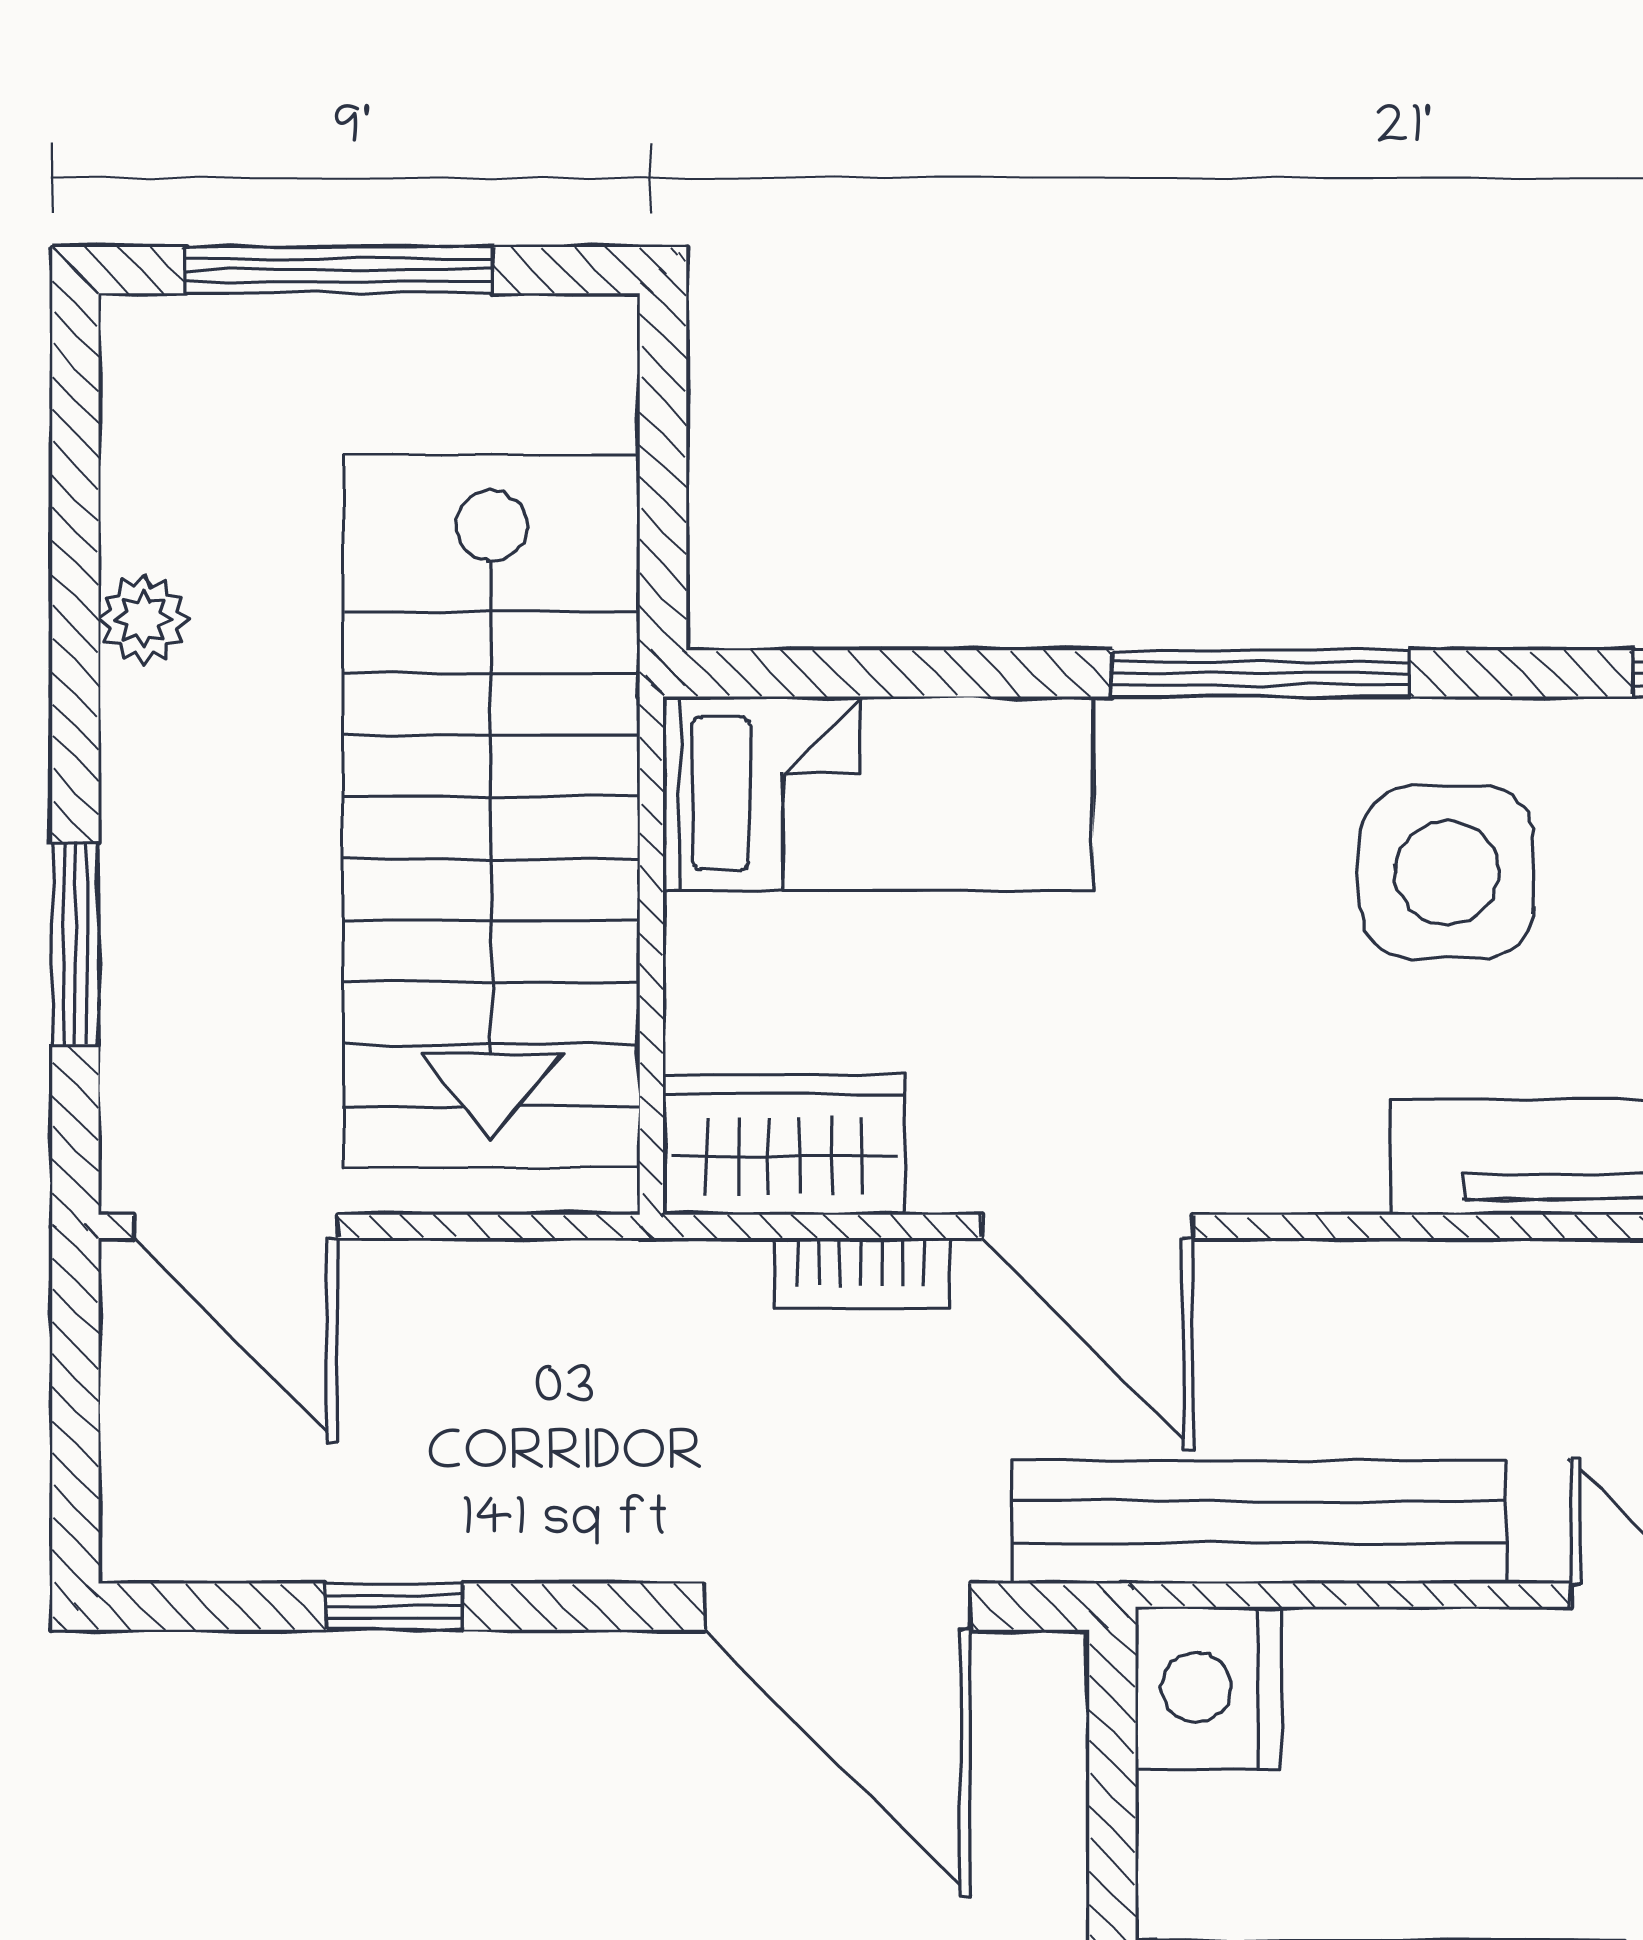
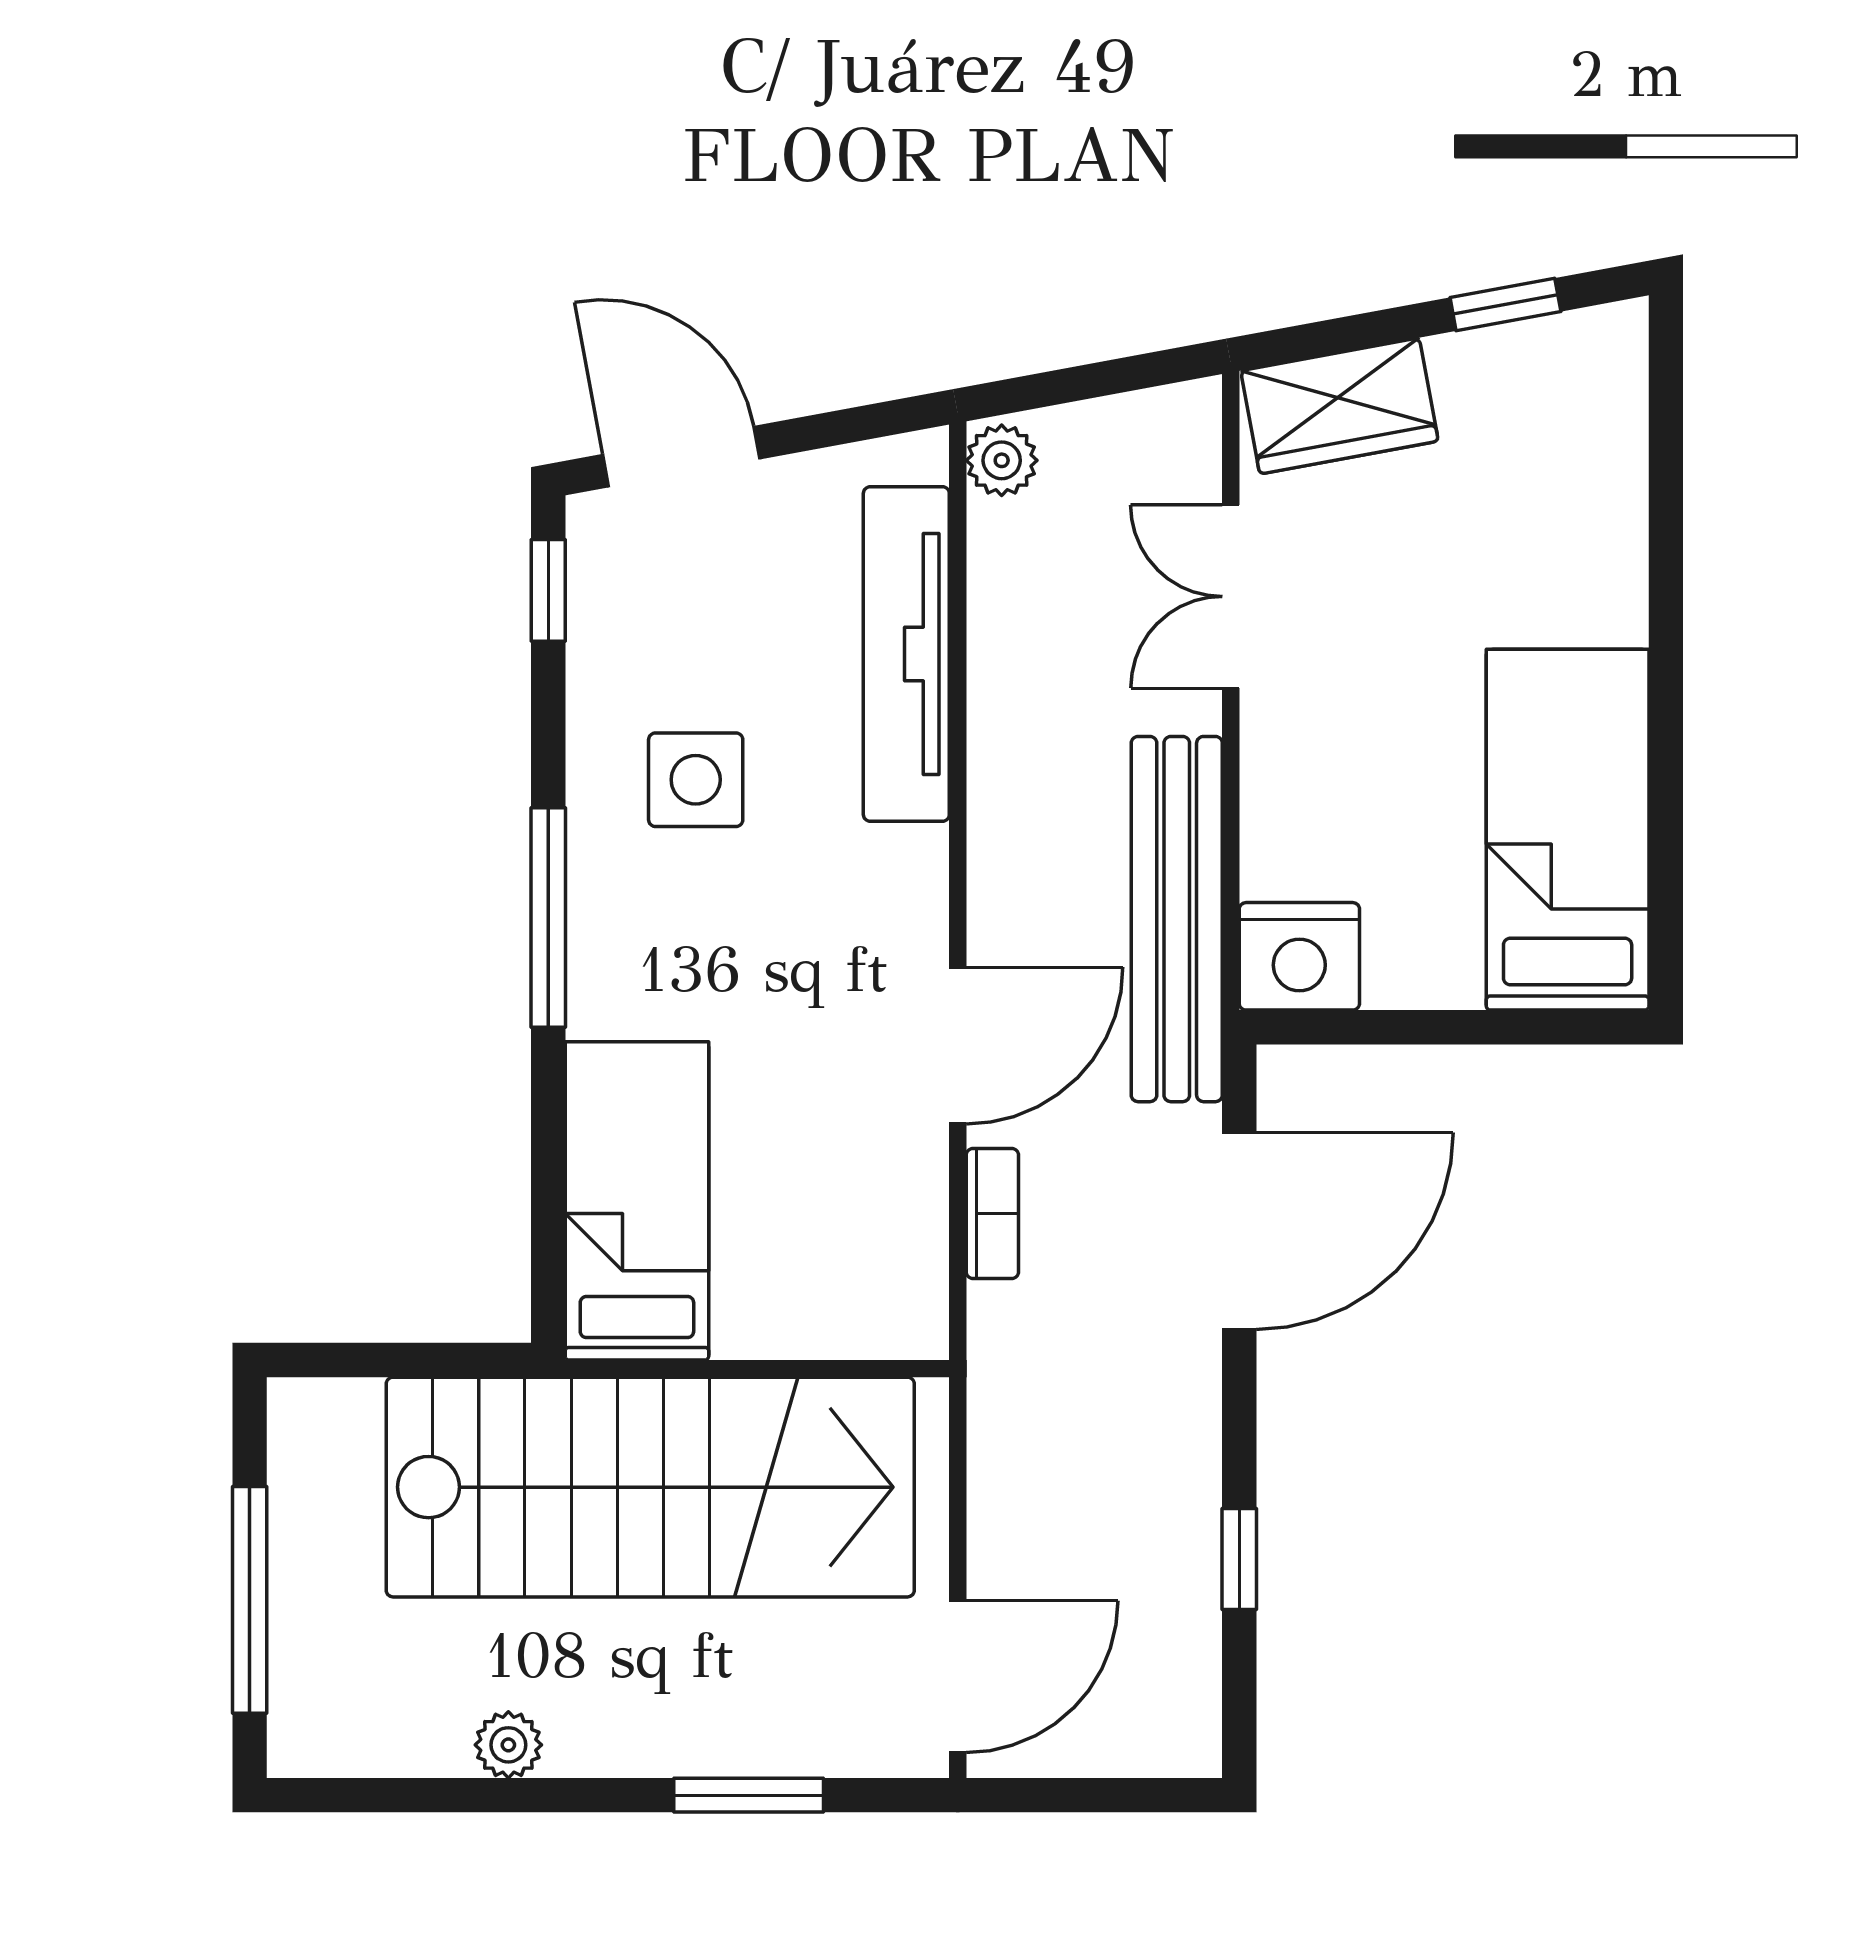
side table: (1447, 873) -> (696, 780), width x0.73, depth x0.73
wardrobe: (784, 1145) -> (897, 1270), removed

